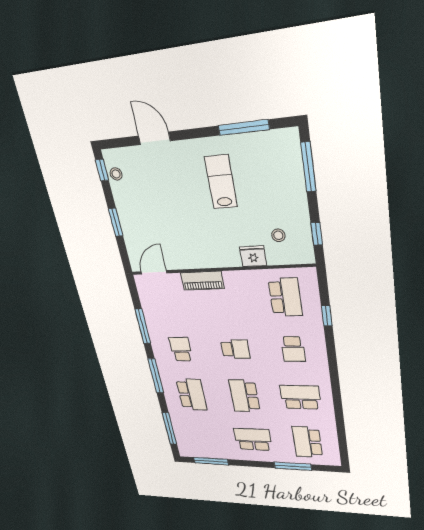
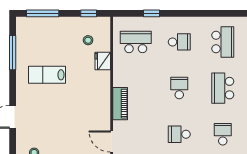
school desk: (192, 395) -> (223, 134), width x0.54
school desk: (244, 396) -> (223, 88), turned 90
school desk: (300, 397) -> (223, 42), turned 180

